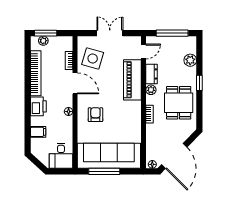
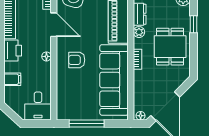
armchair: (95, 115) -> (77, 60), turned -90
sofa: (109, 156) -> (114, 80), moved, turned -90

